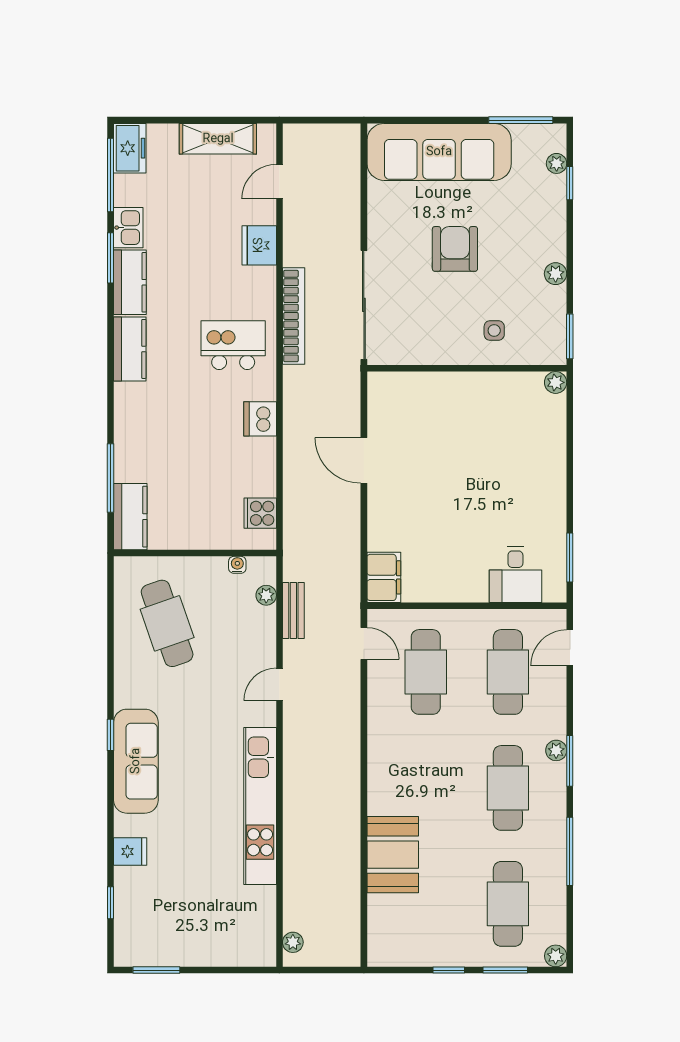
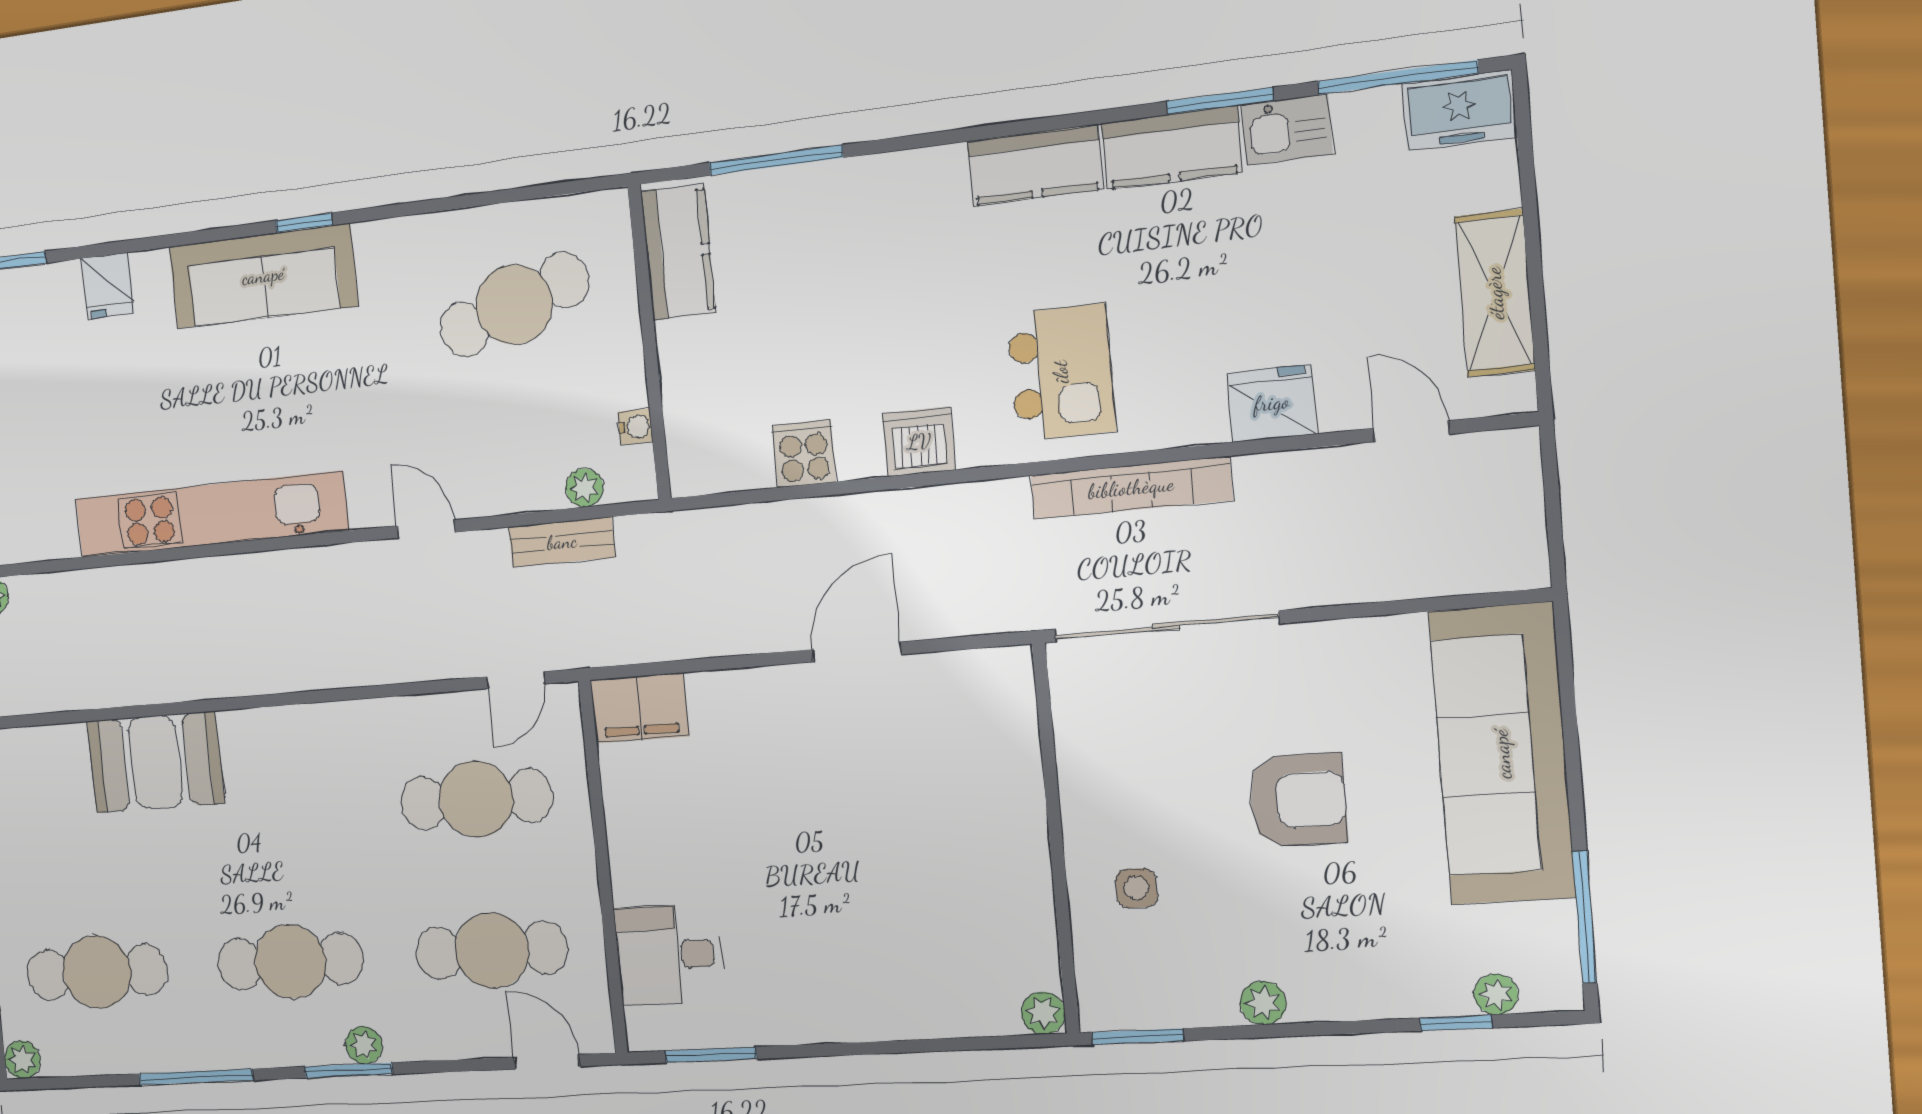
cooker: (260, 513) -> (804, 454), moved
kitchen counter: (130, 517) -> (678, 252), moved, turned -90

